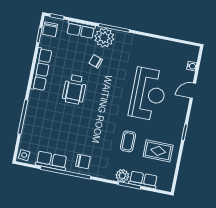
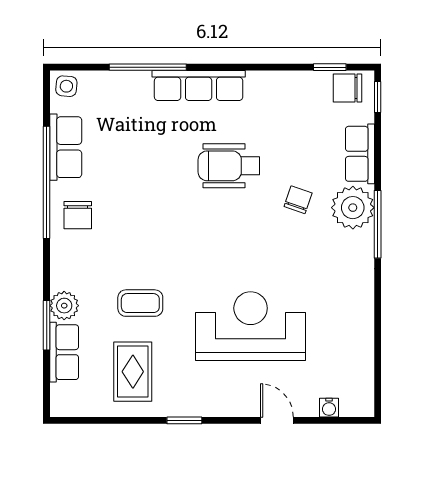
row of seats: (41, 69) -> (199, 86), moved
reception desk: (148, 94) -> (251, 326), turned 180

